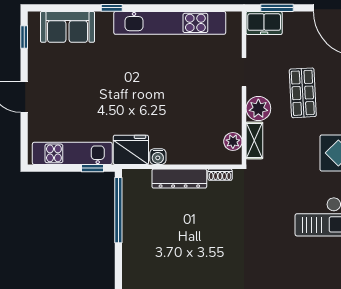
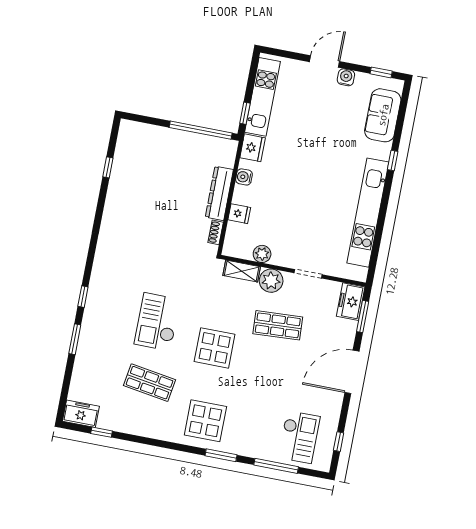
water cooler: (36, 72) -> (346, 77), added
plant: (233, 142) -> (262, 254), moved
fridge: (131, 150) -> (253, 148), width x0.73, depth x0.75
fridge: (196, 154) -> (239, 214), added

